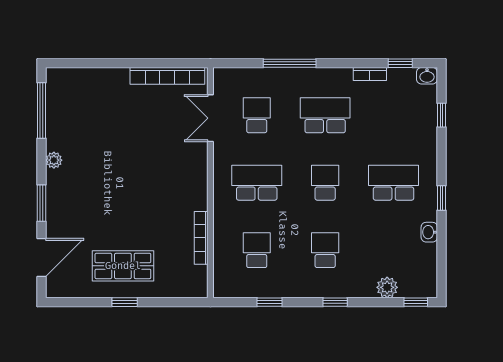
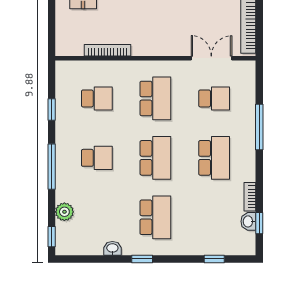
washbasin: (427, 76) -> (248, 221), moved
school desk: (325, 183) -> (155, 158), width x1.85
window: (335, 302) -> (52, 167), width x2.17

